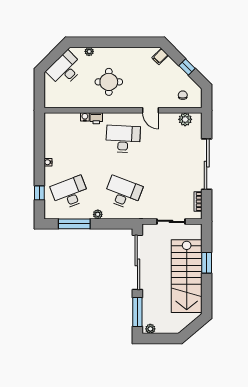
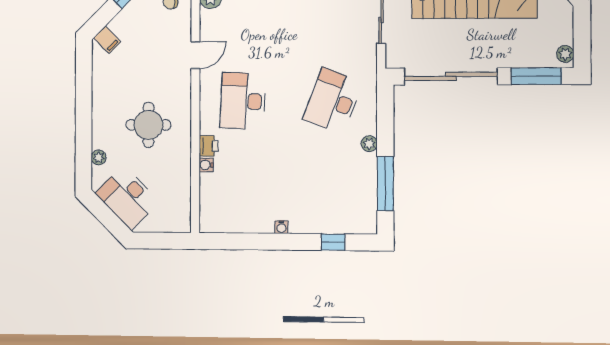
desk: (70, 193) -> (333, 190), removed

